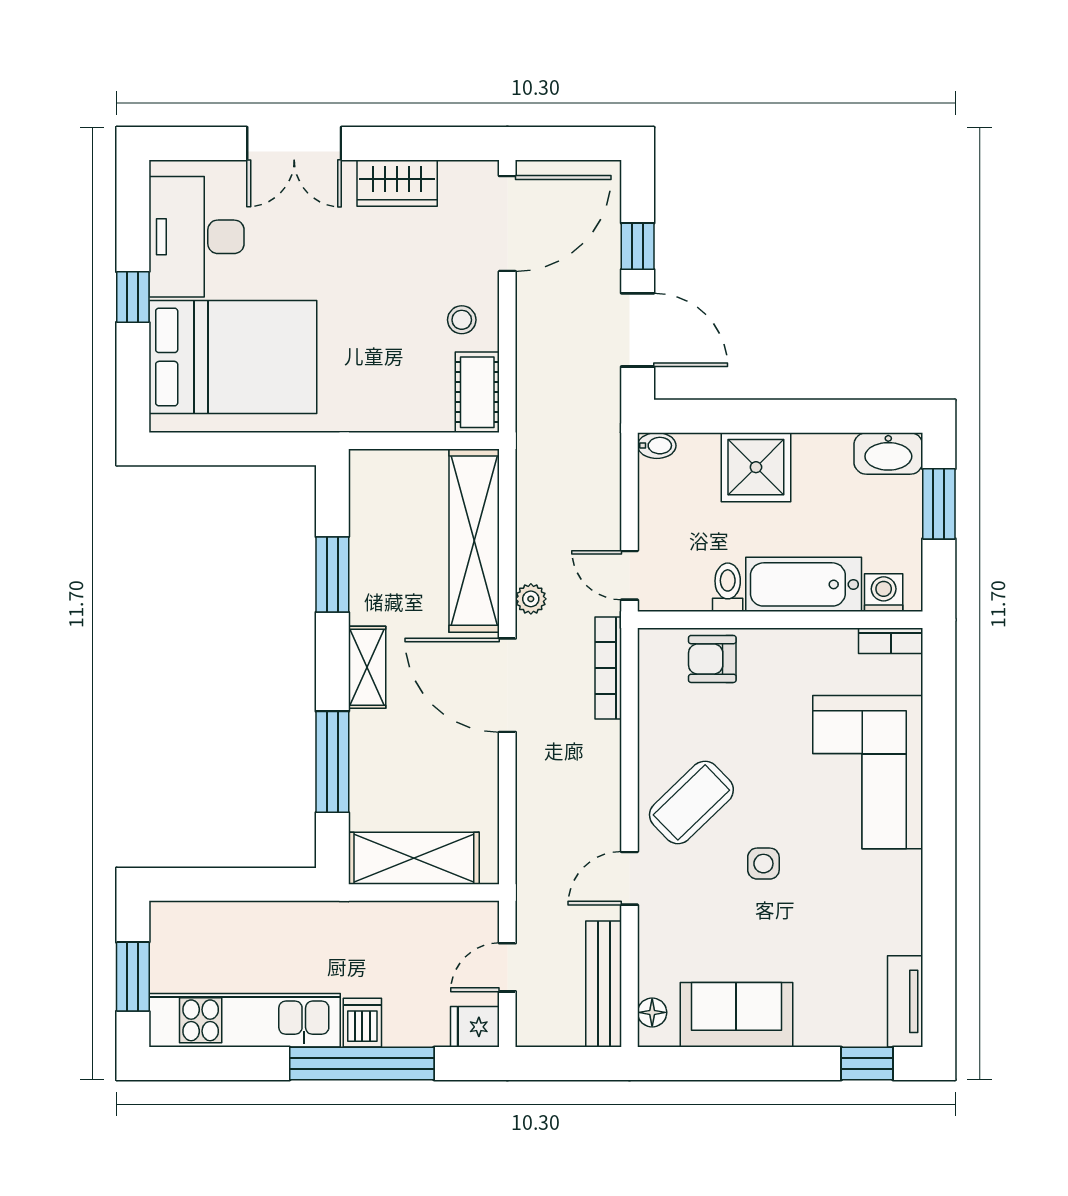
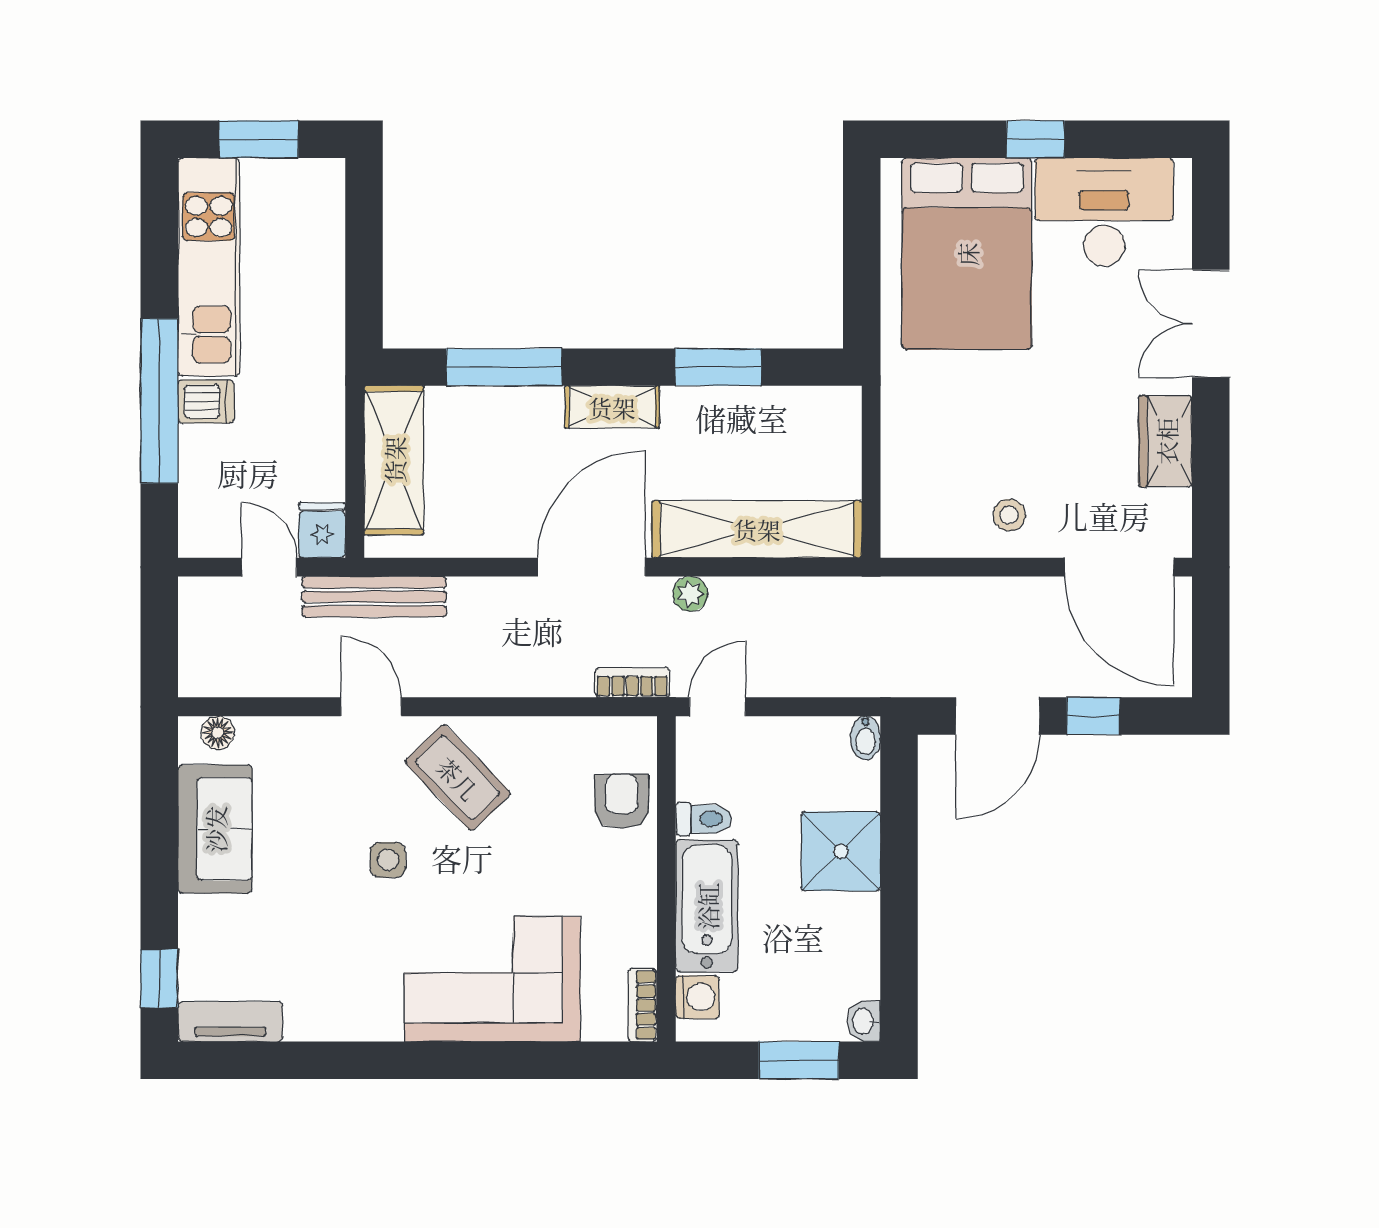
cot: (477, 392) -> (926, 533), removed
washbasin: (888, 453) -> (864, 1021), width x0.52, depth x0.69
bookcase: (608, 668) -> (632, 682), width x0.64
bench: (604, 984) -> (374, 597), moved
fridge: (475, 1027) -> (322, 530), moved

